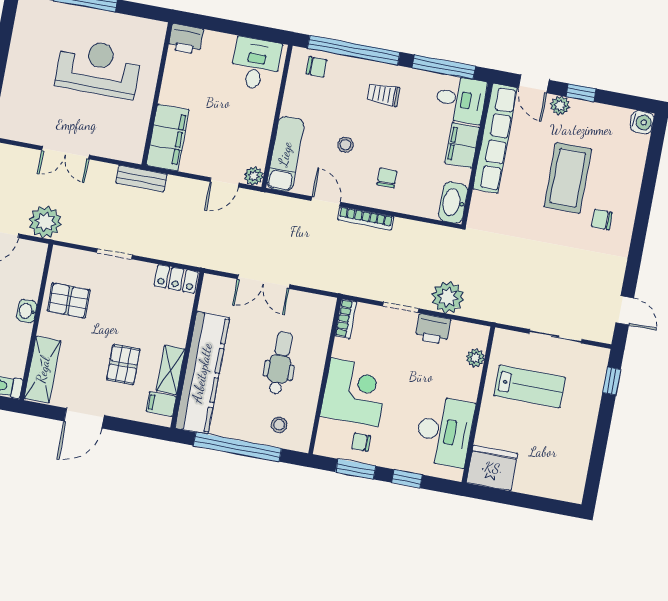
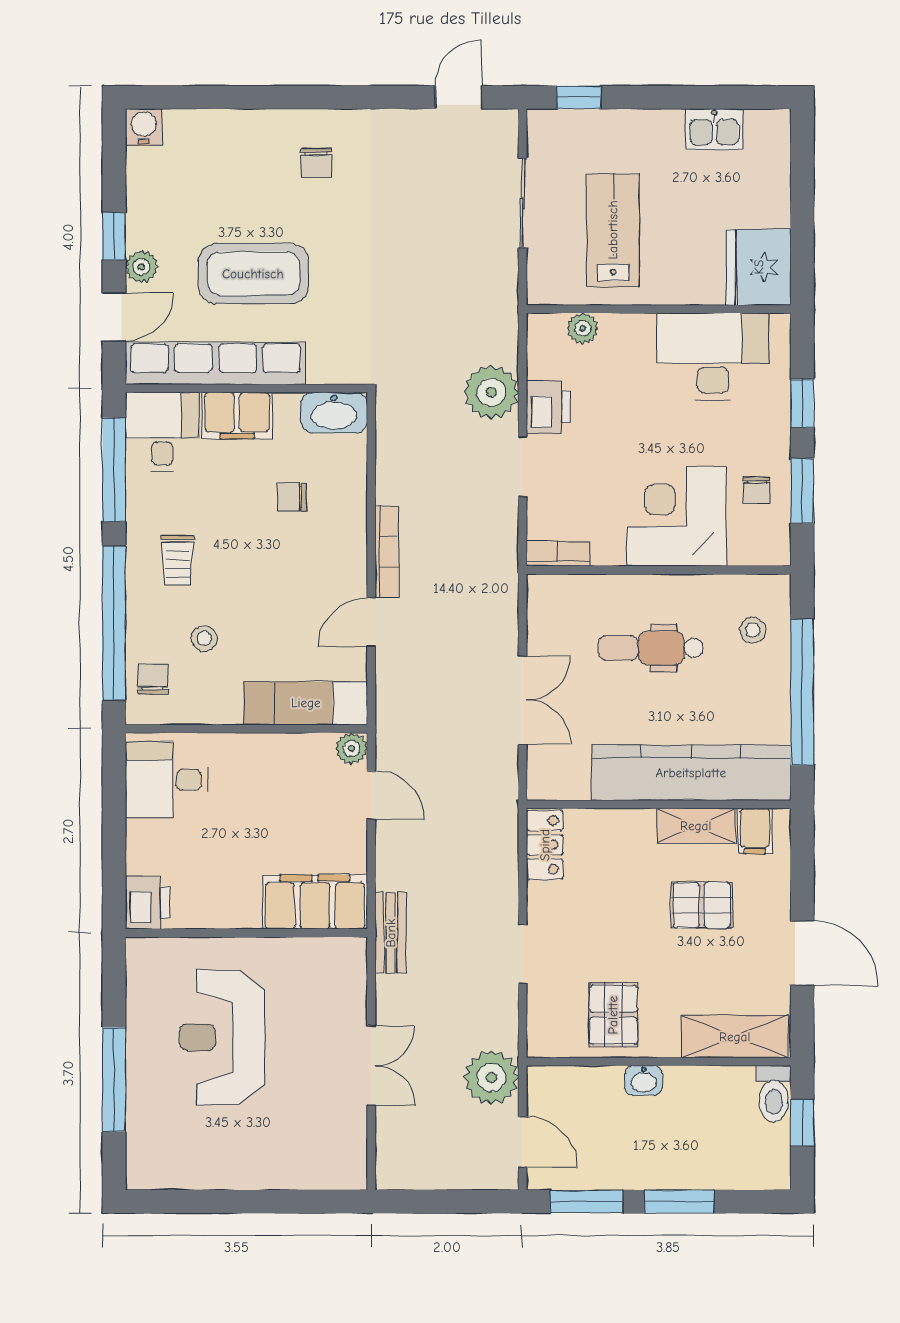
stool: (345, 145) -> (204, 638), moved
chair: (387, 178) -> (292, 497), moved
coffee table: (568, 178) -> (253, 274), moved
kitchen sink: (578, 457) -> (714, 129), added

